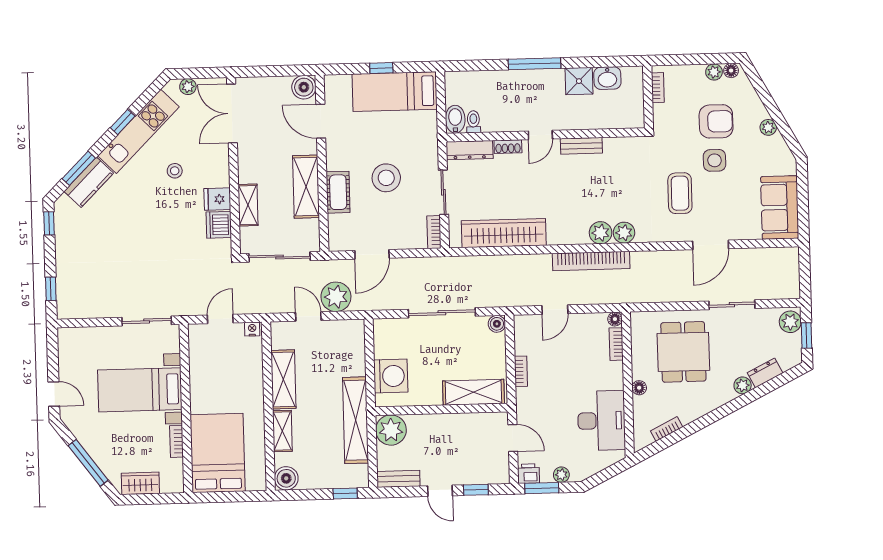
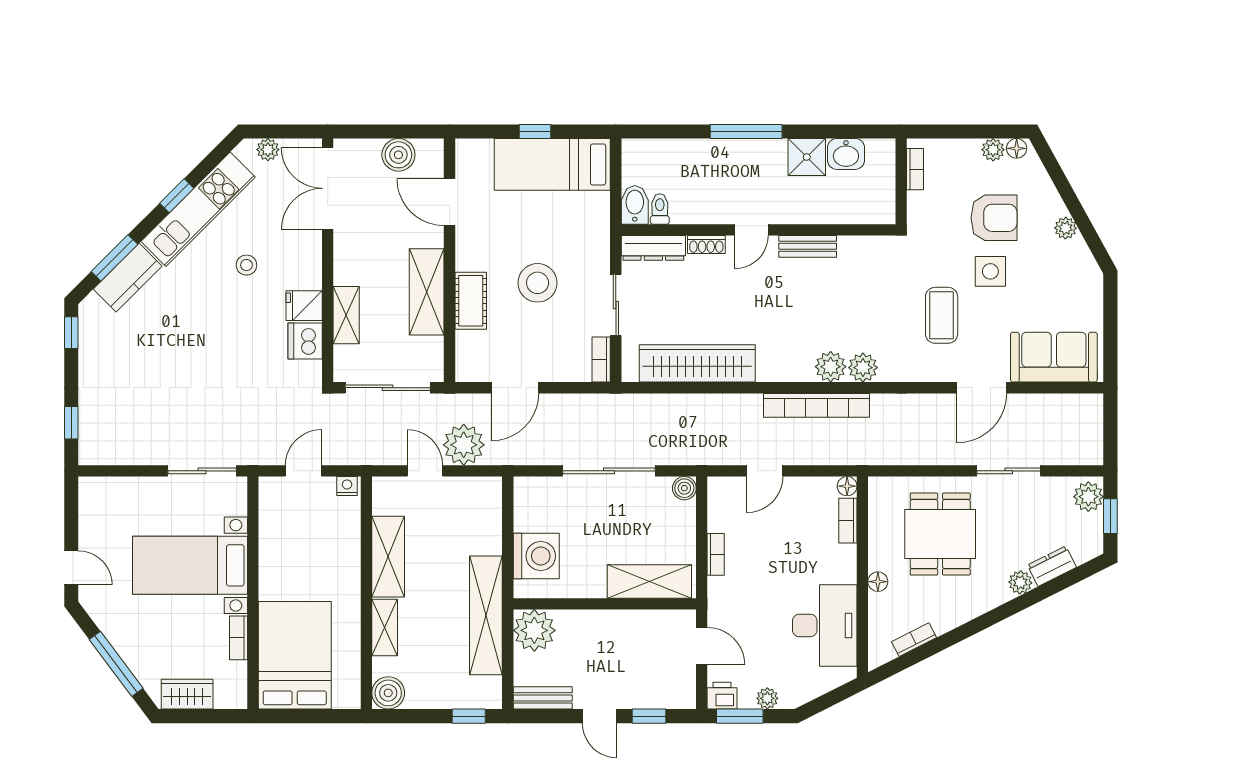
boiler: (304, 87) -> (398, 155), moved
sofa: (780, 207) -> (1054, 357), moved, turned 90

